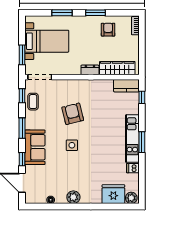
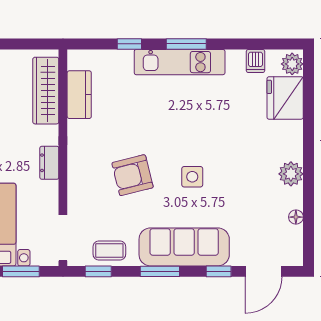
dresser: (90, 70) -> (49, 163), moved
kitchen counter: (126, 86) -> (79, 95), moved
window: (142, 97) -> (129, 44), moved
sofa: (35, 147) -> (184, 247), width x1.36
dishwasher: (133, 168) -> (255, 61), moved

